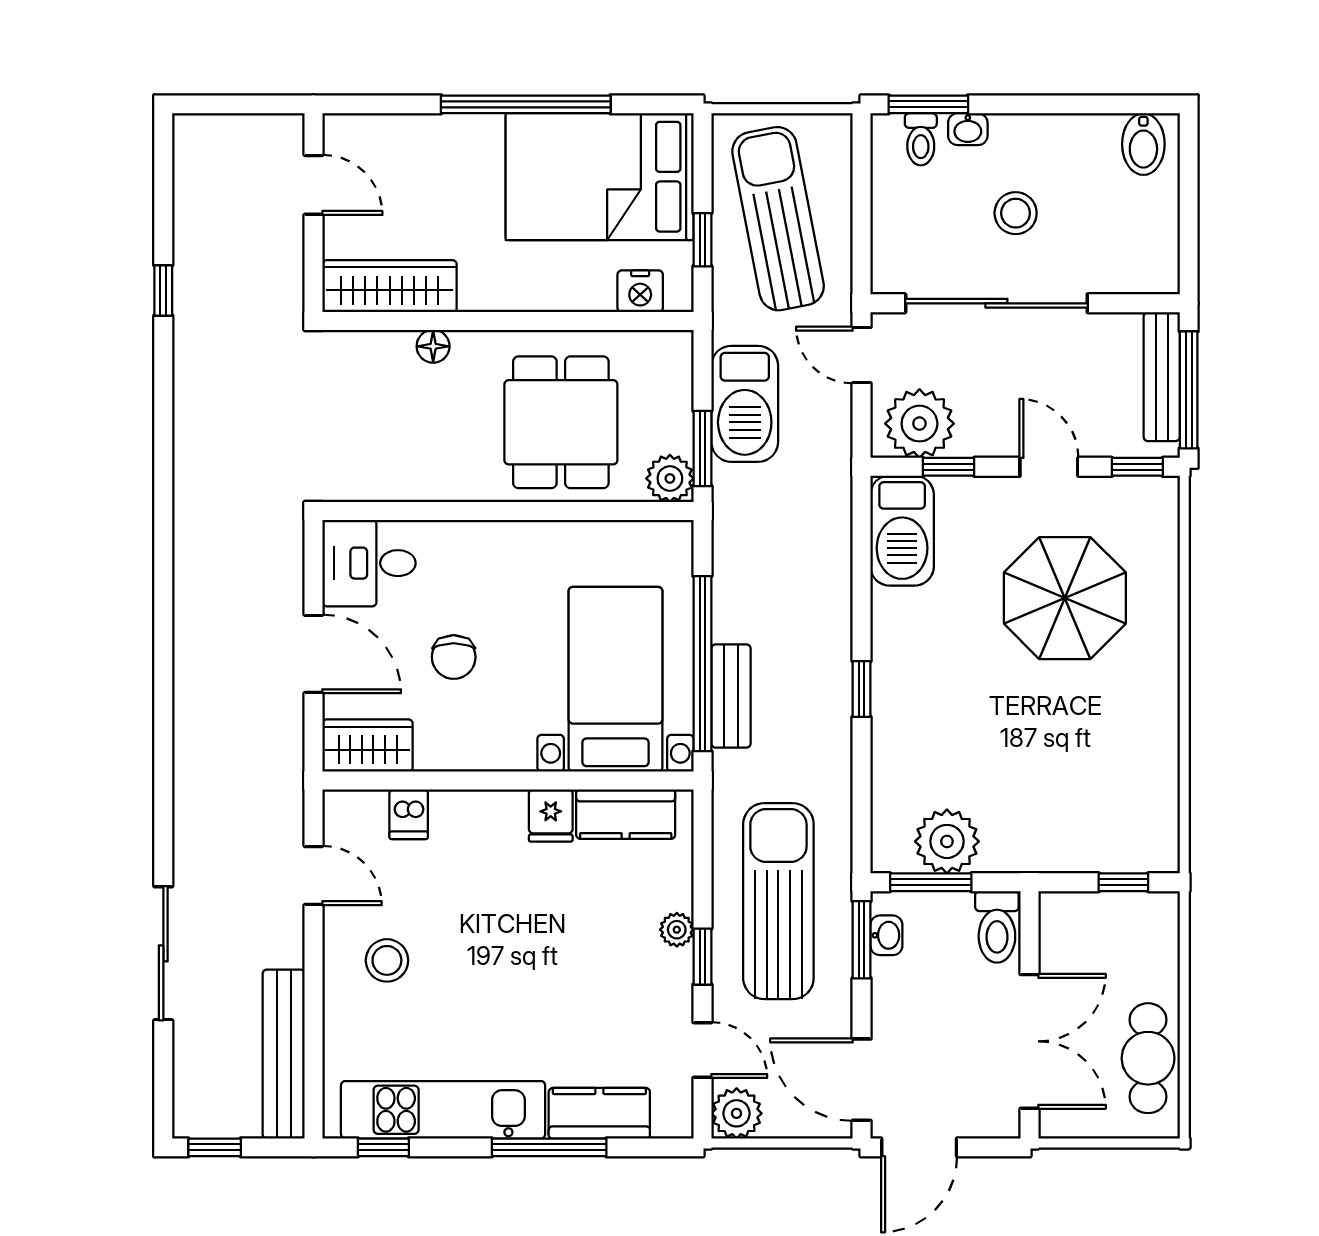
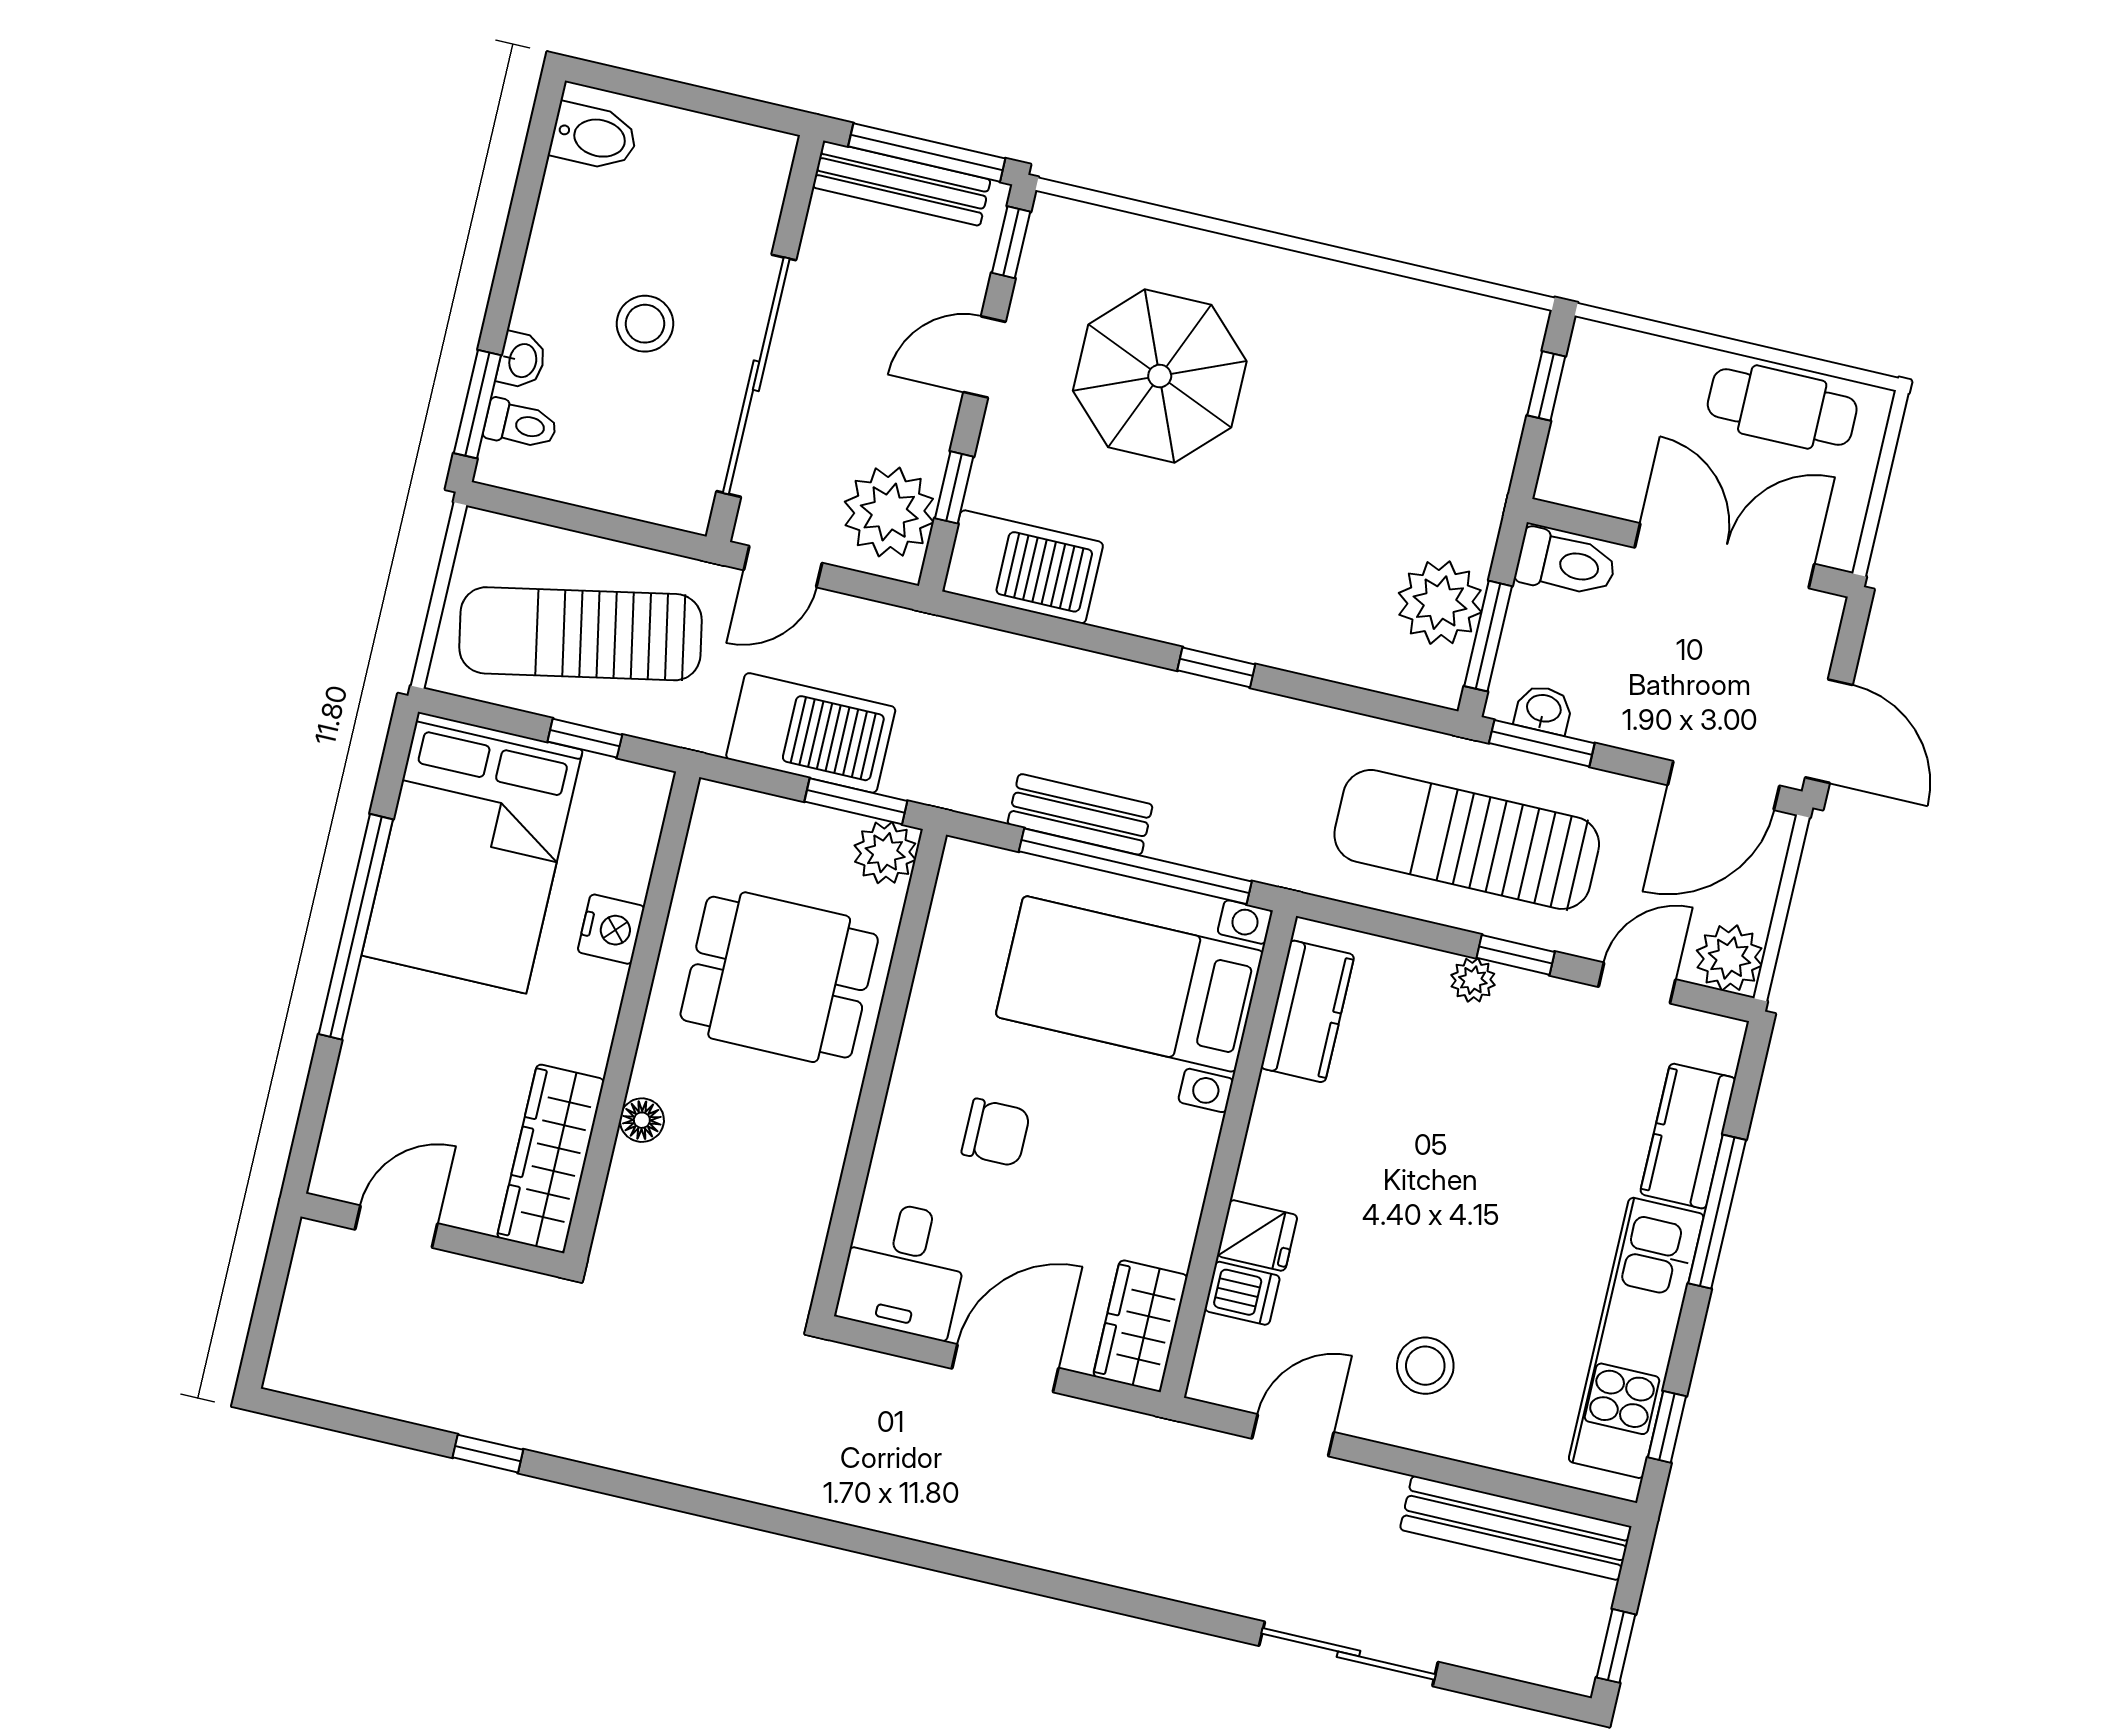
nightstand: (640, 291) -> (611, 929), moved
chair: (454, 657) -> (996, 1133), moved
bench: (731, 696) -> (1080, 814), moved
fridge: (551, 816) -> (1257, 1236), moved

